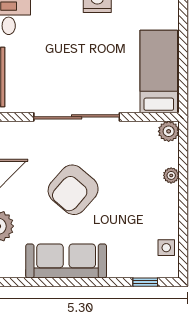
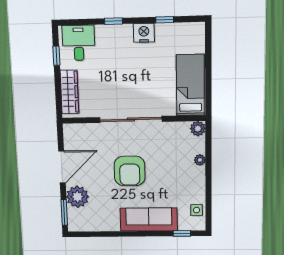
armchair: (73, 190) -> (130, 171), turned -41
sofa: (66, 261) -> (149, 220), moved

